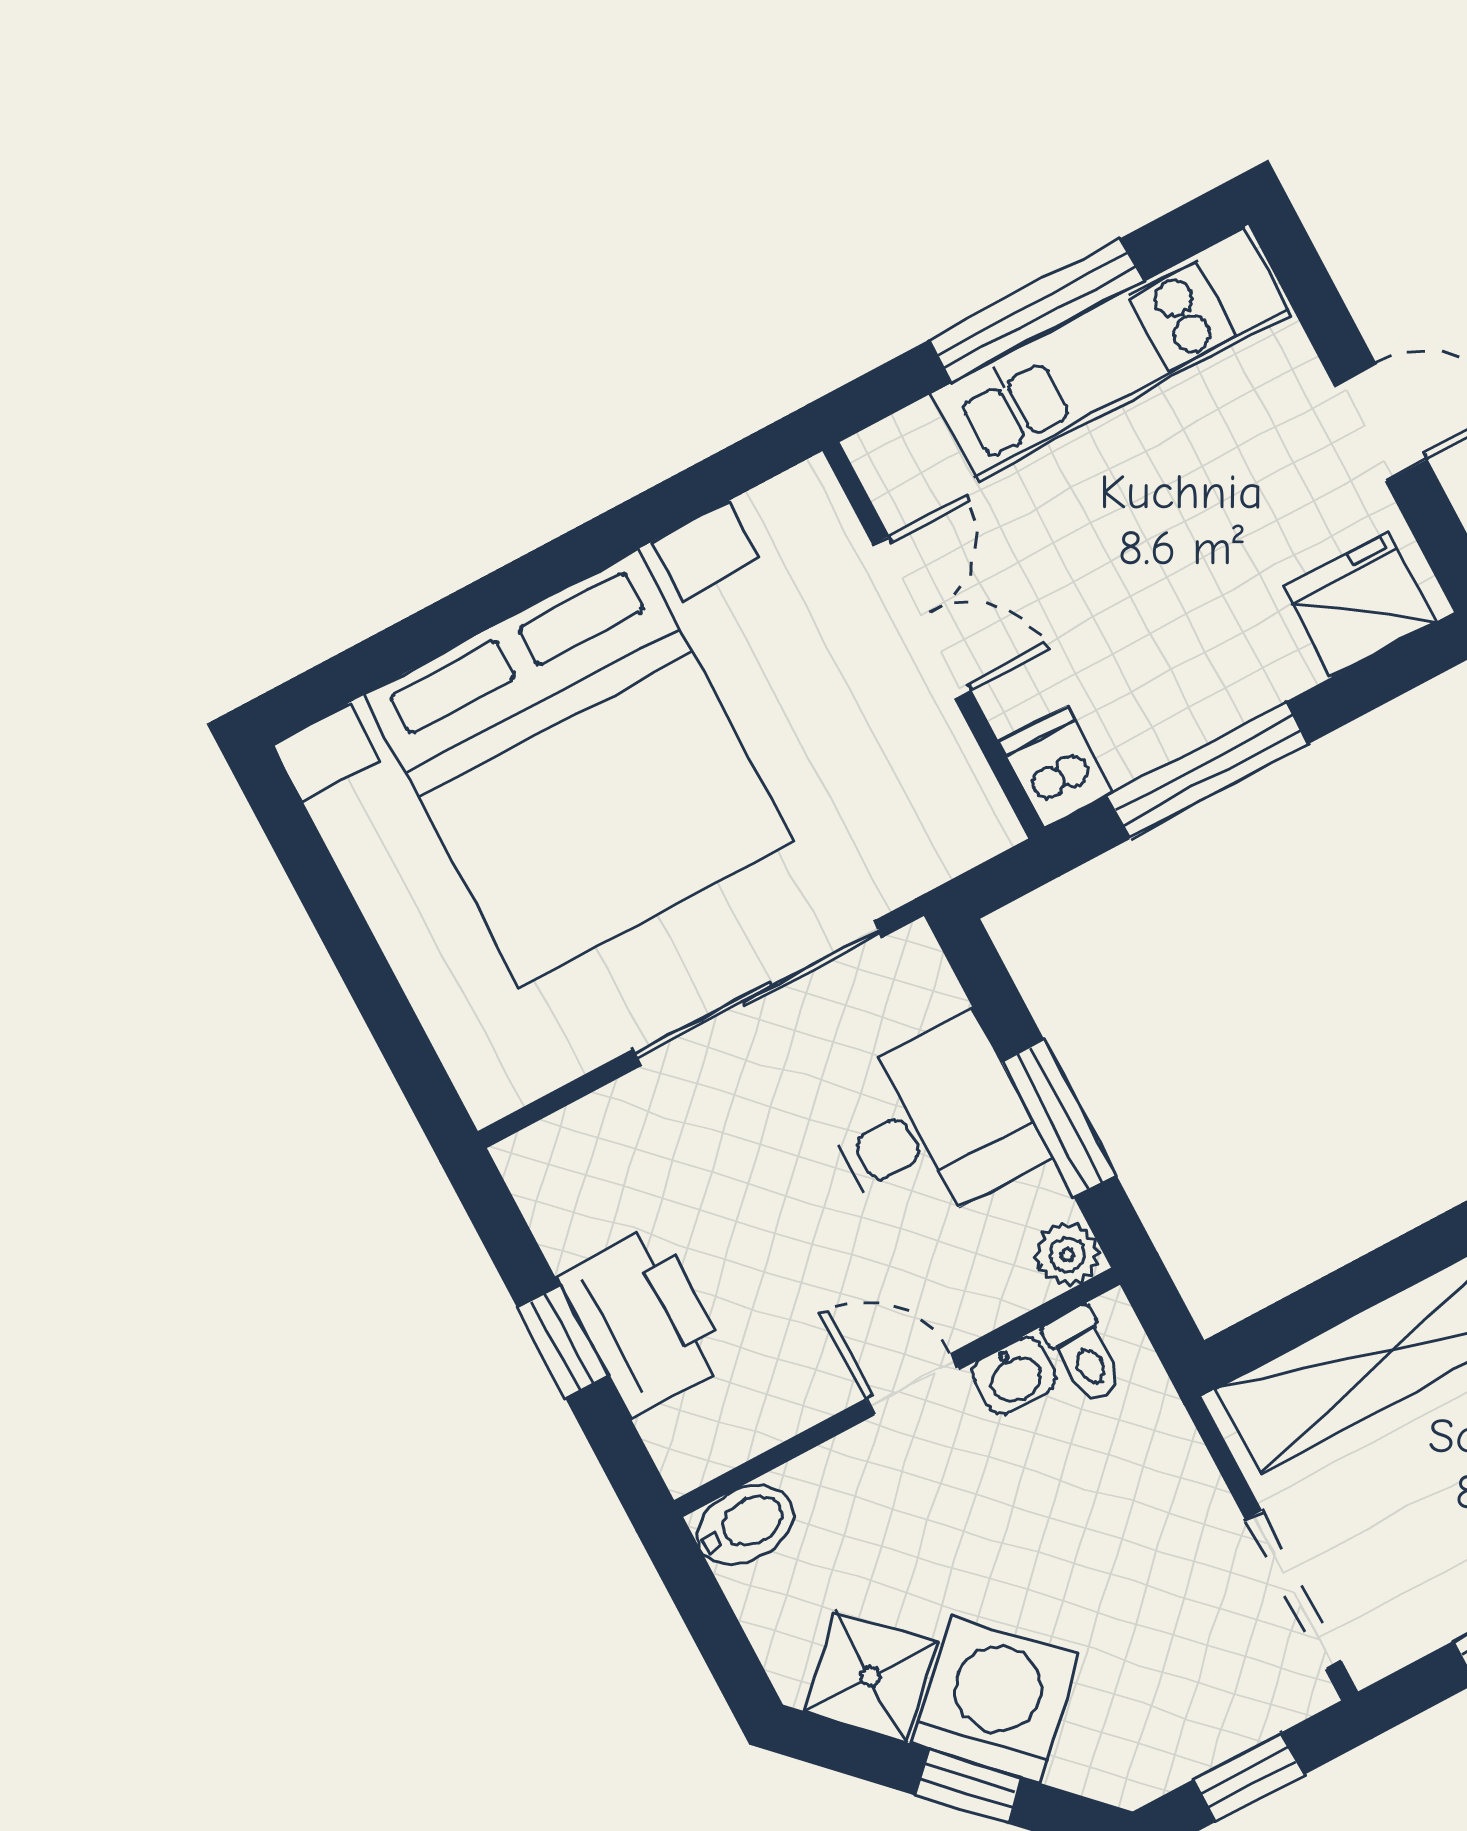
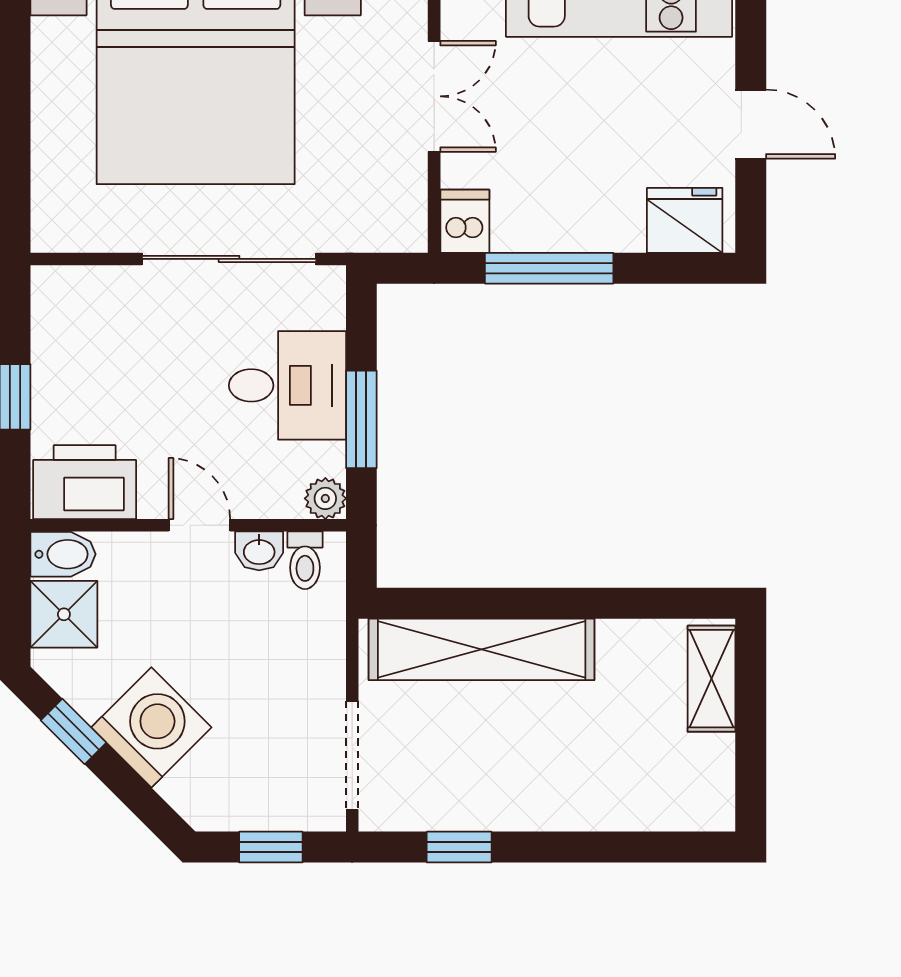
printer: (644, 1320) -> (85, 482), moved, turned -90
shower: (870, 1676) -> (64, 614), moved, turned 45
window: (968, 1786) -> (73, 731), moved

